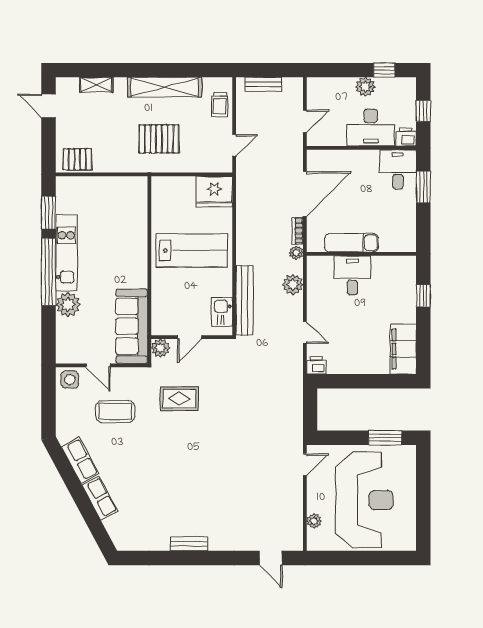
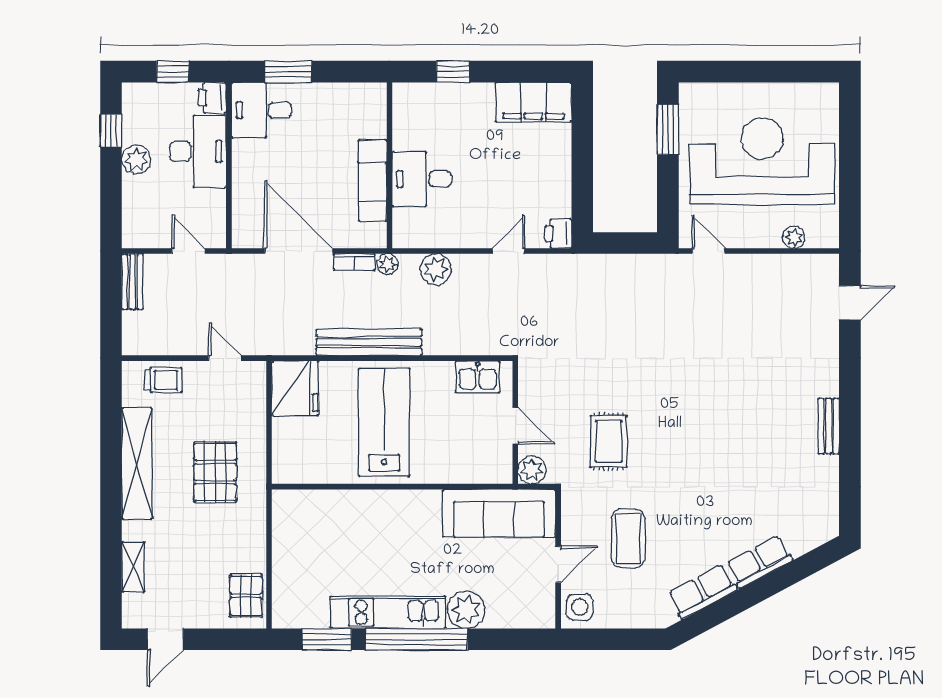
bench: (263, 84) -> (132, 282), moved
bench: (245, 300) -> (369, 342), moved

